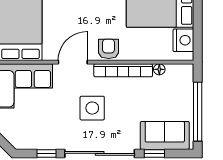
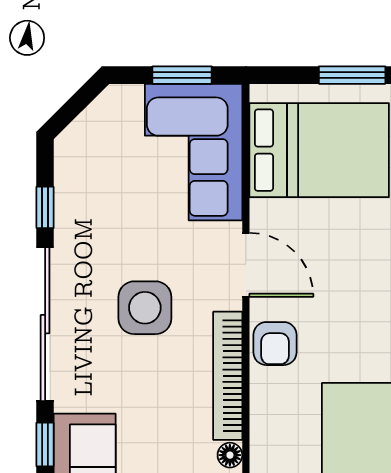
armchair: (108, 49) -> (275, 344), turned 90

